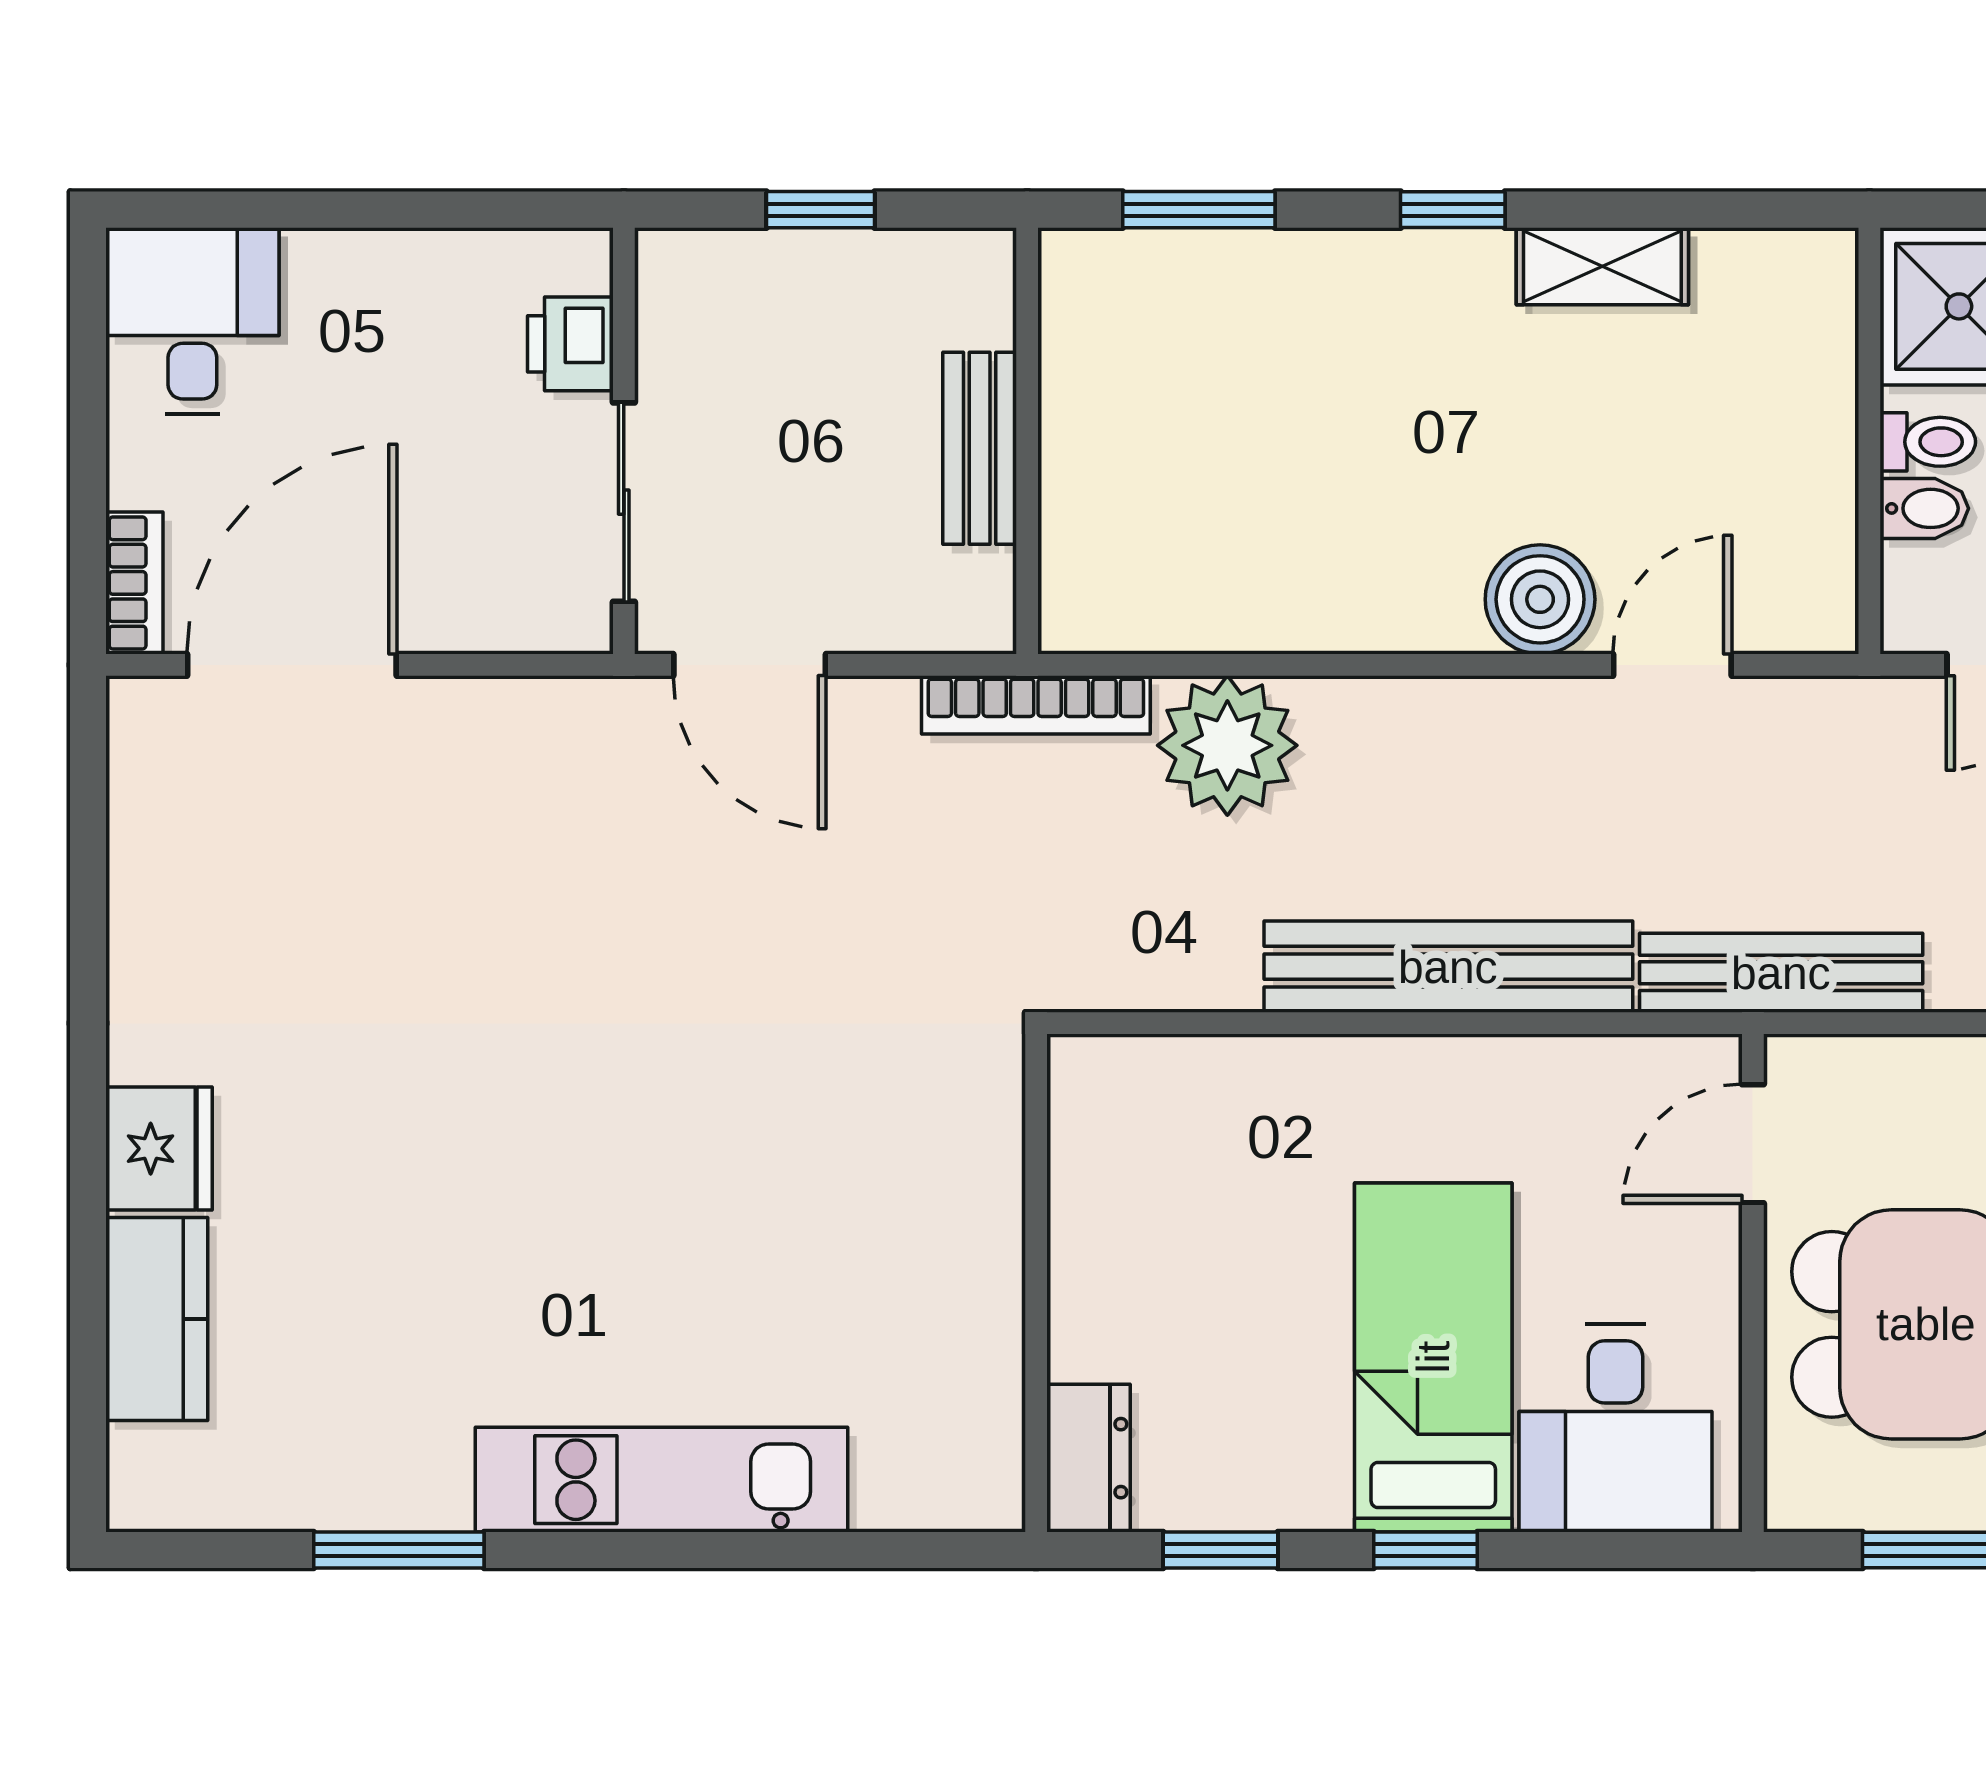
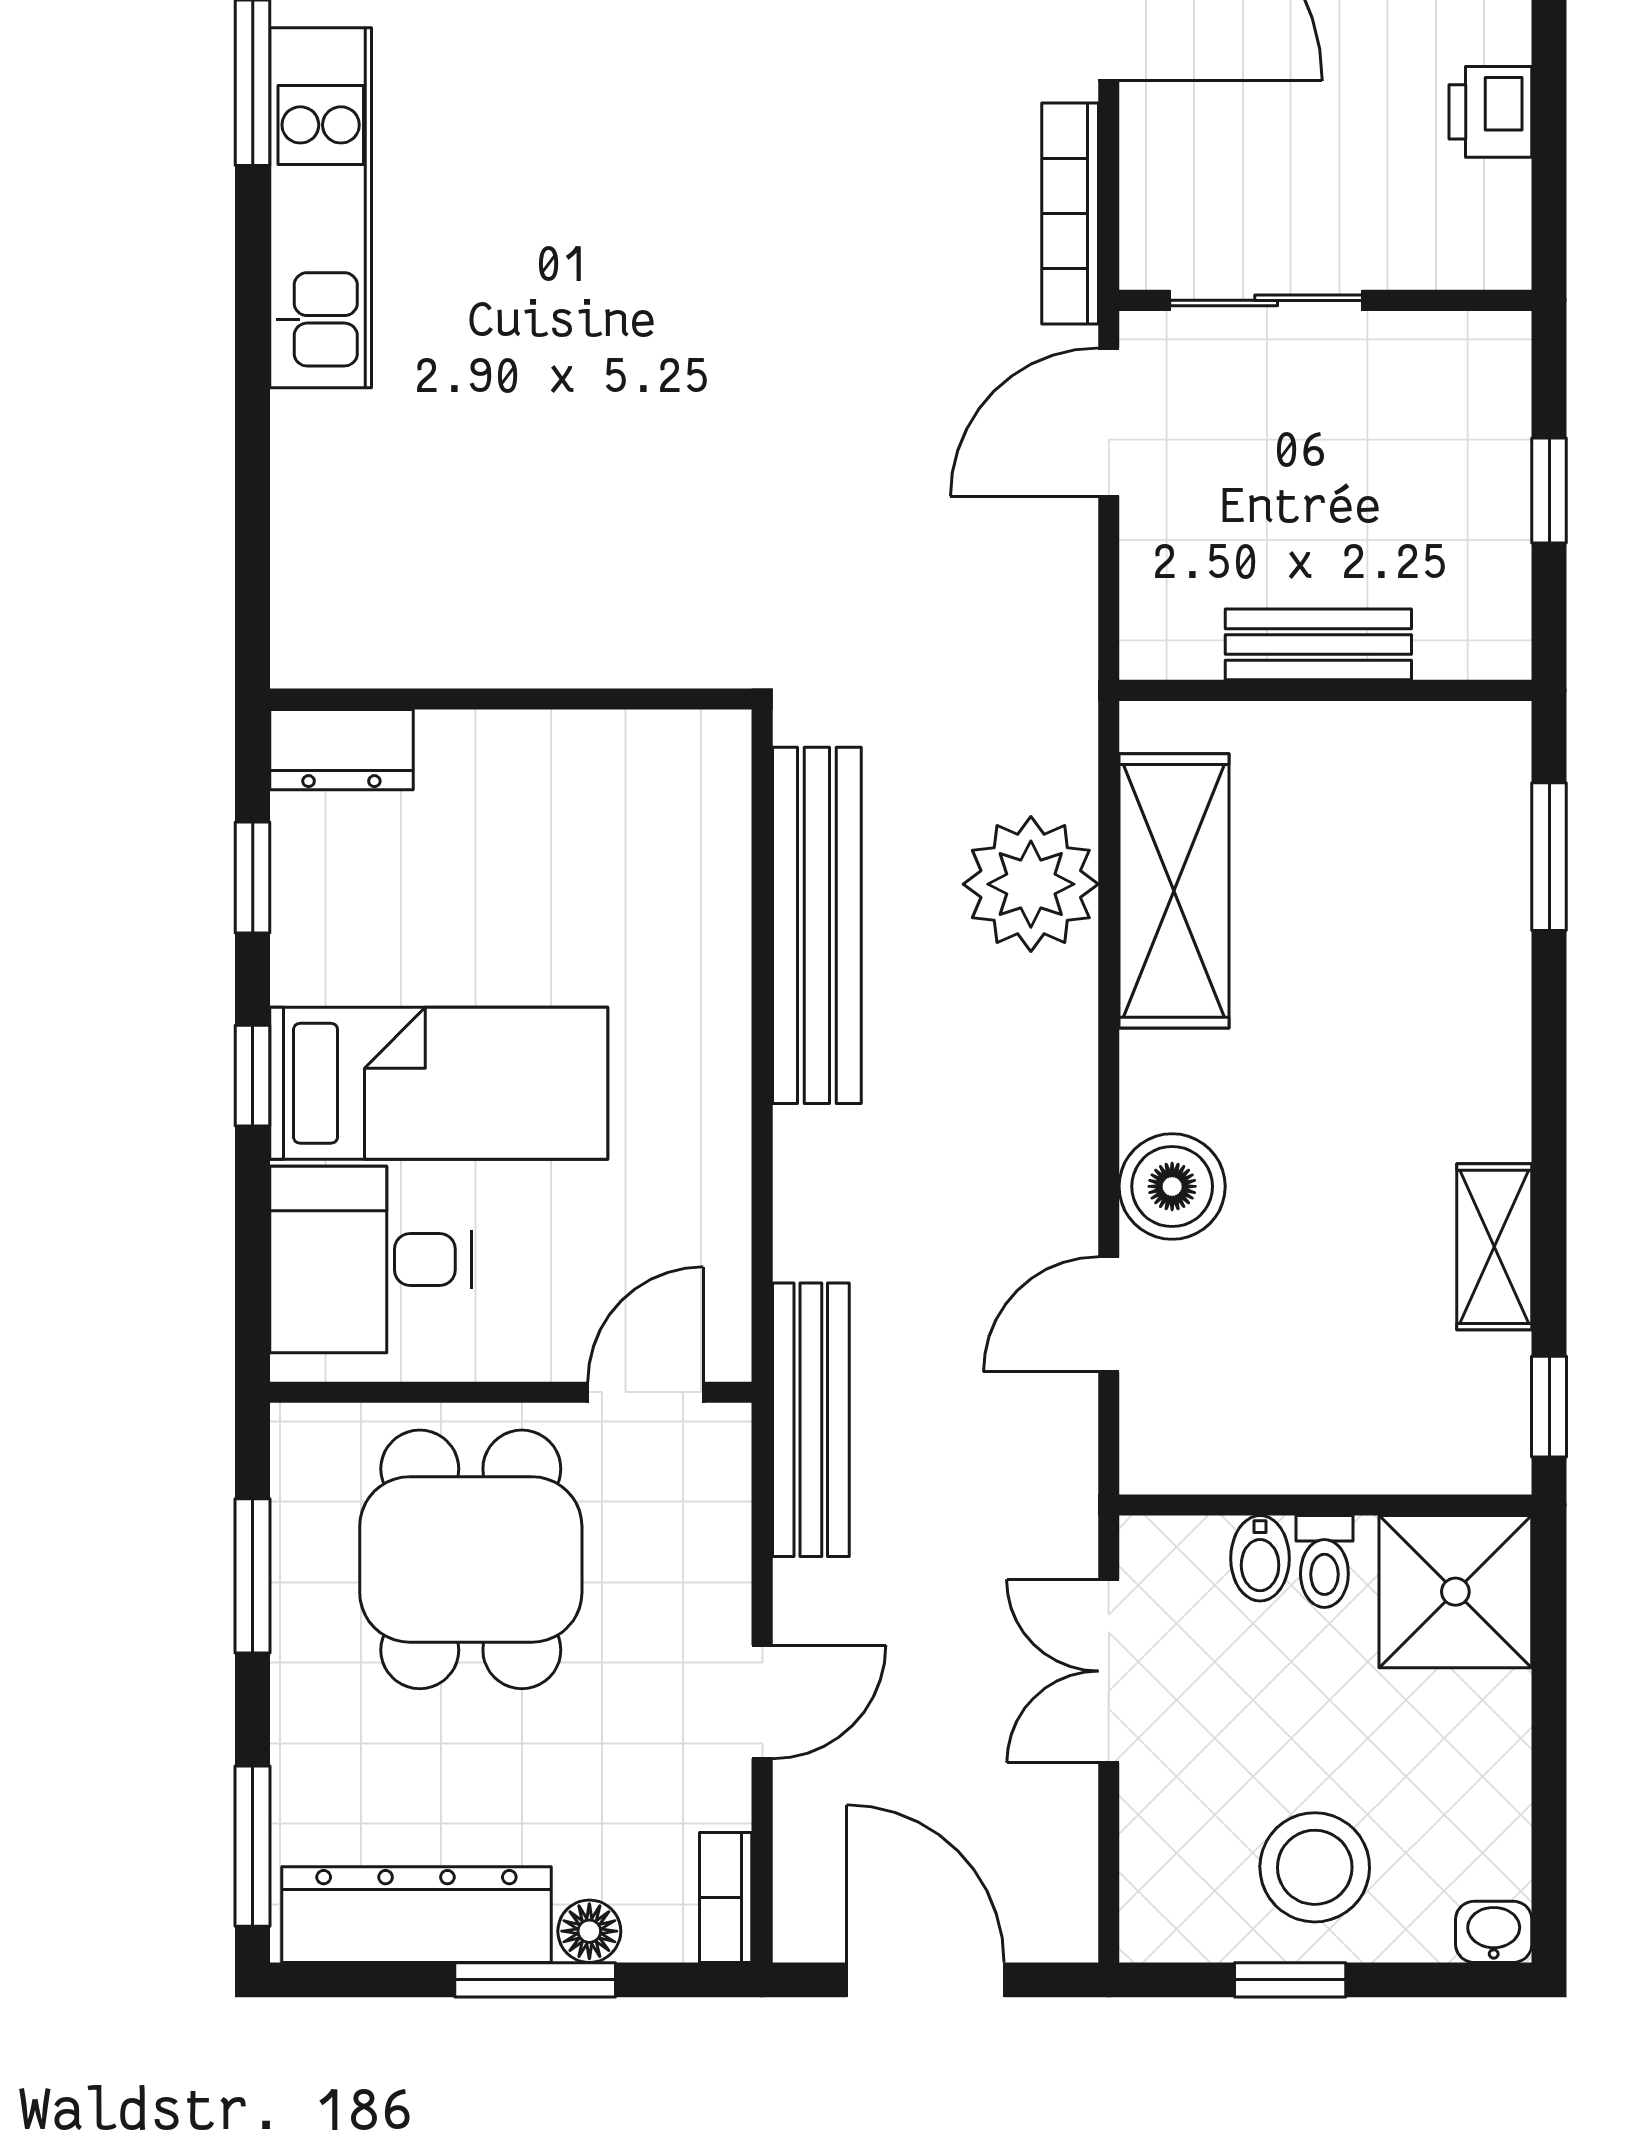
window: (1453, 210) -> (1549, 1407), moved
printer: (570, 344) -> (1490, 112), moved, turned -90
shelving: (1234, 597) -> (1174, 891), added
door: (1672, 665) -> (1109, 1314), swing flipped
bookcase: (1036, 705) -> (1070, 214), moved
bench: (1448, 967) -> (817, 925), moved
door: (1753, 1144) -> (646, 1392), hinge flipped
kitchen unit: (662, 1480) -> (321, 208), moved

